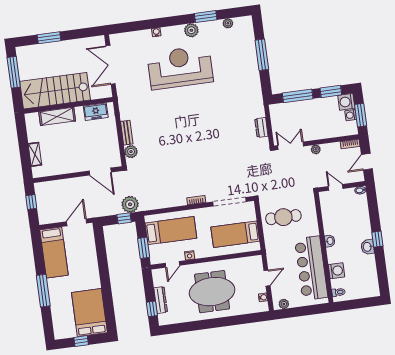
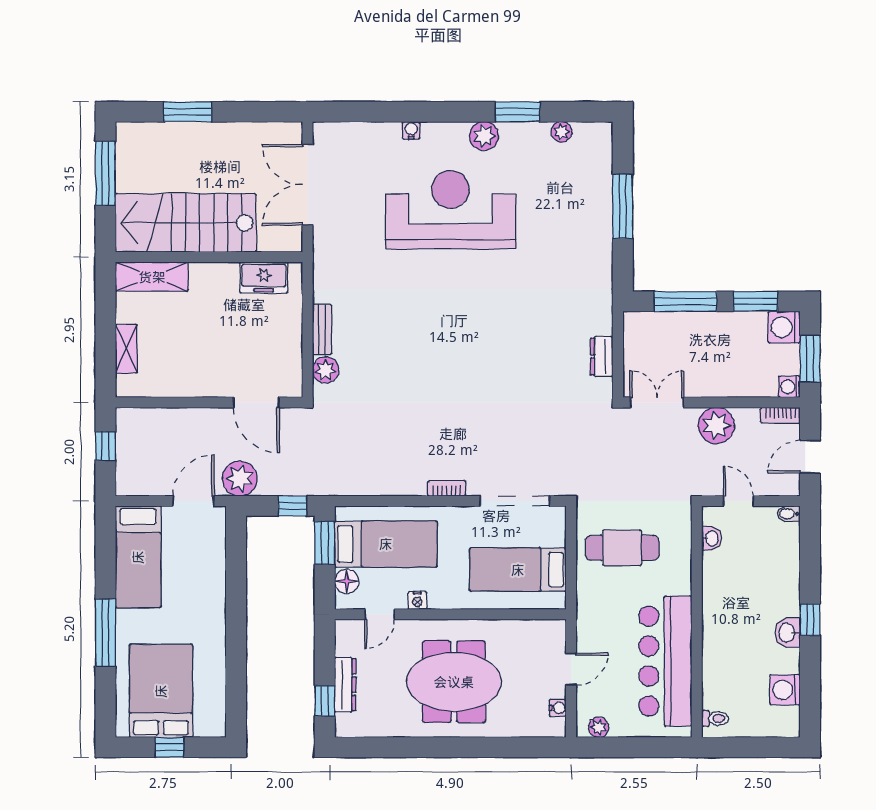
washing machine: (351, 115) -> (789, 387), moved
shelving: (57, 116) -> (152, 277), moved
plant: (316, 149) -> (716, 425), width x1.88, depth x1.88
plant: (130, 204) -> (240, 479), moved
washbasin: (330, 241) -> (711, 538), moved
window: (144, 248) -> (325, 543), moved
floor lamp: (155, 251) -> (347, 581), added
washing machine: (336, 271) -> (785, 690), moved, turned 180
bed: (89, 313) -> (161, 691), moved

